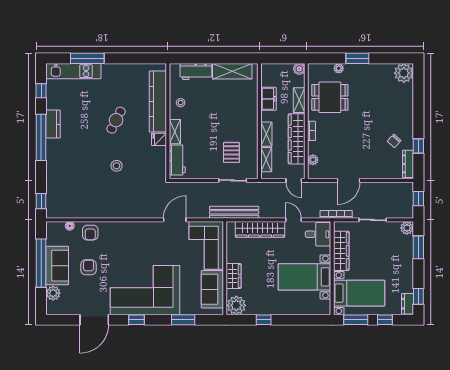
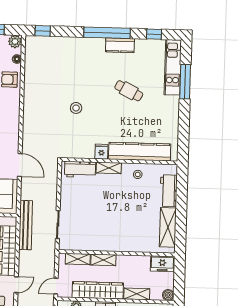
freezer: (268, 99) -> (162, 264), moved
cafe table: (116, 120) -> (129, 91), moved
pallet: (231, 152) -> (86, 224), removed
plant: (52, 228) -> (15, 42), added

